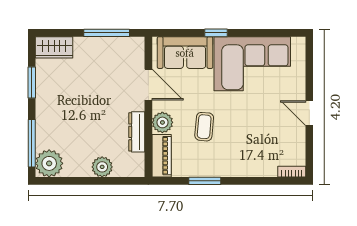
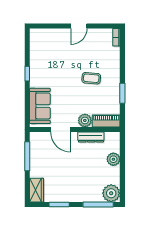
window: (216, 33) -> (27, 74), moved
corner sofa: (252, 64) -> (47, 63), removed
door: (148, 85) -> (61, 130), swing flipped
coffee table: (204, 127) -> (91, 78), moved

